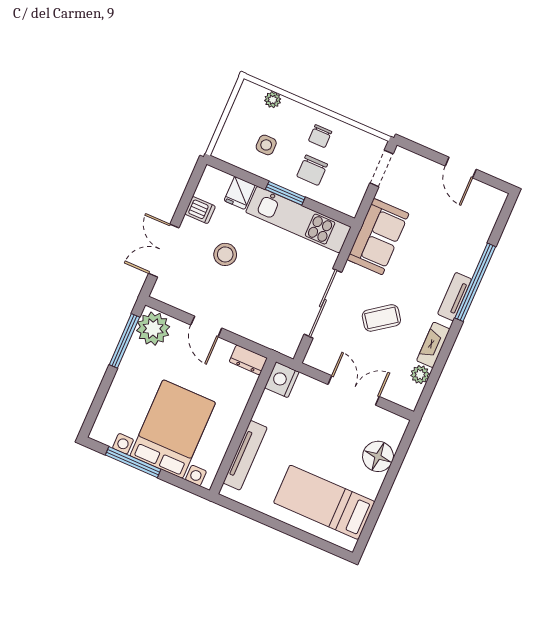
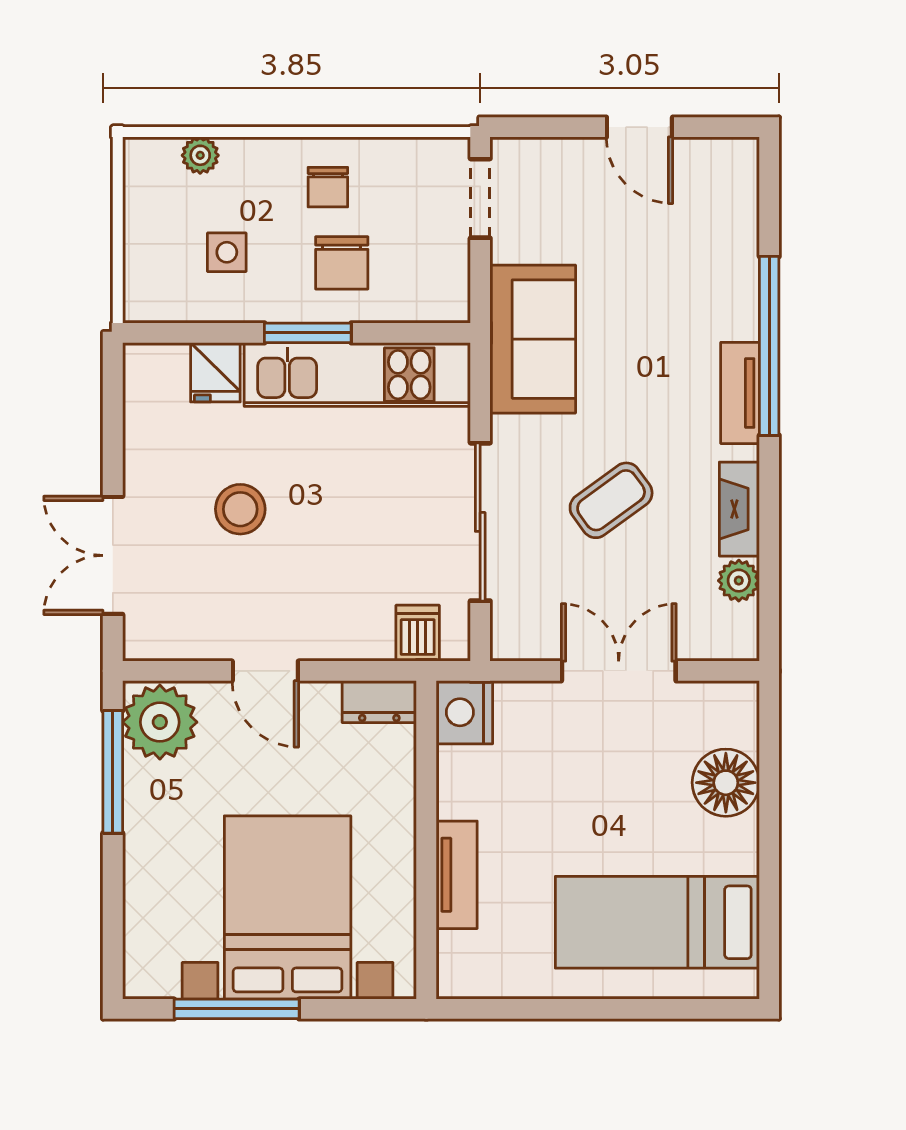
dishwasher: (200, 210) -> (418, 633), moved, turned -90
tv unit: (245, 455) -> (457, 875), width x0.71

